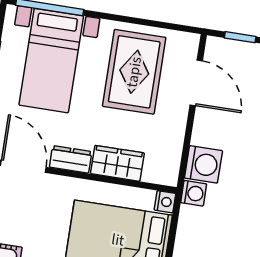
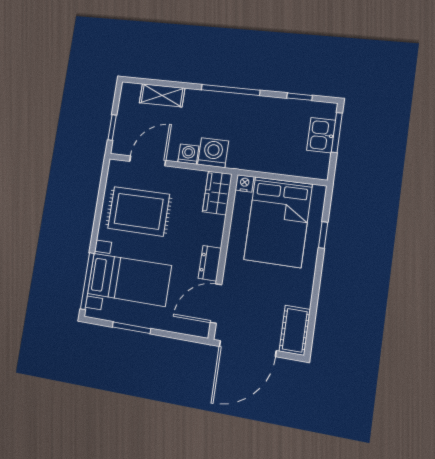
wardrobe: (117, 163) -> (217, 193), moved
washing machine: (194, 193) -> (188, 154), moved

